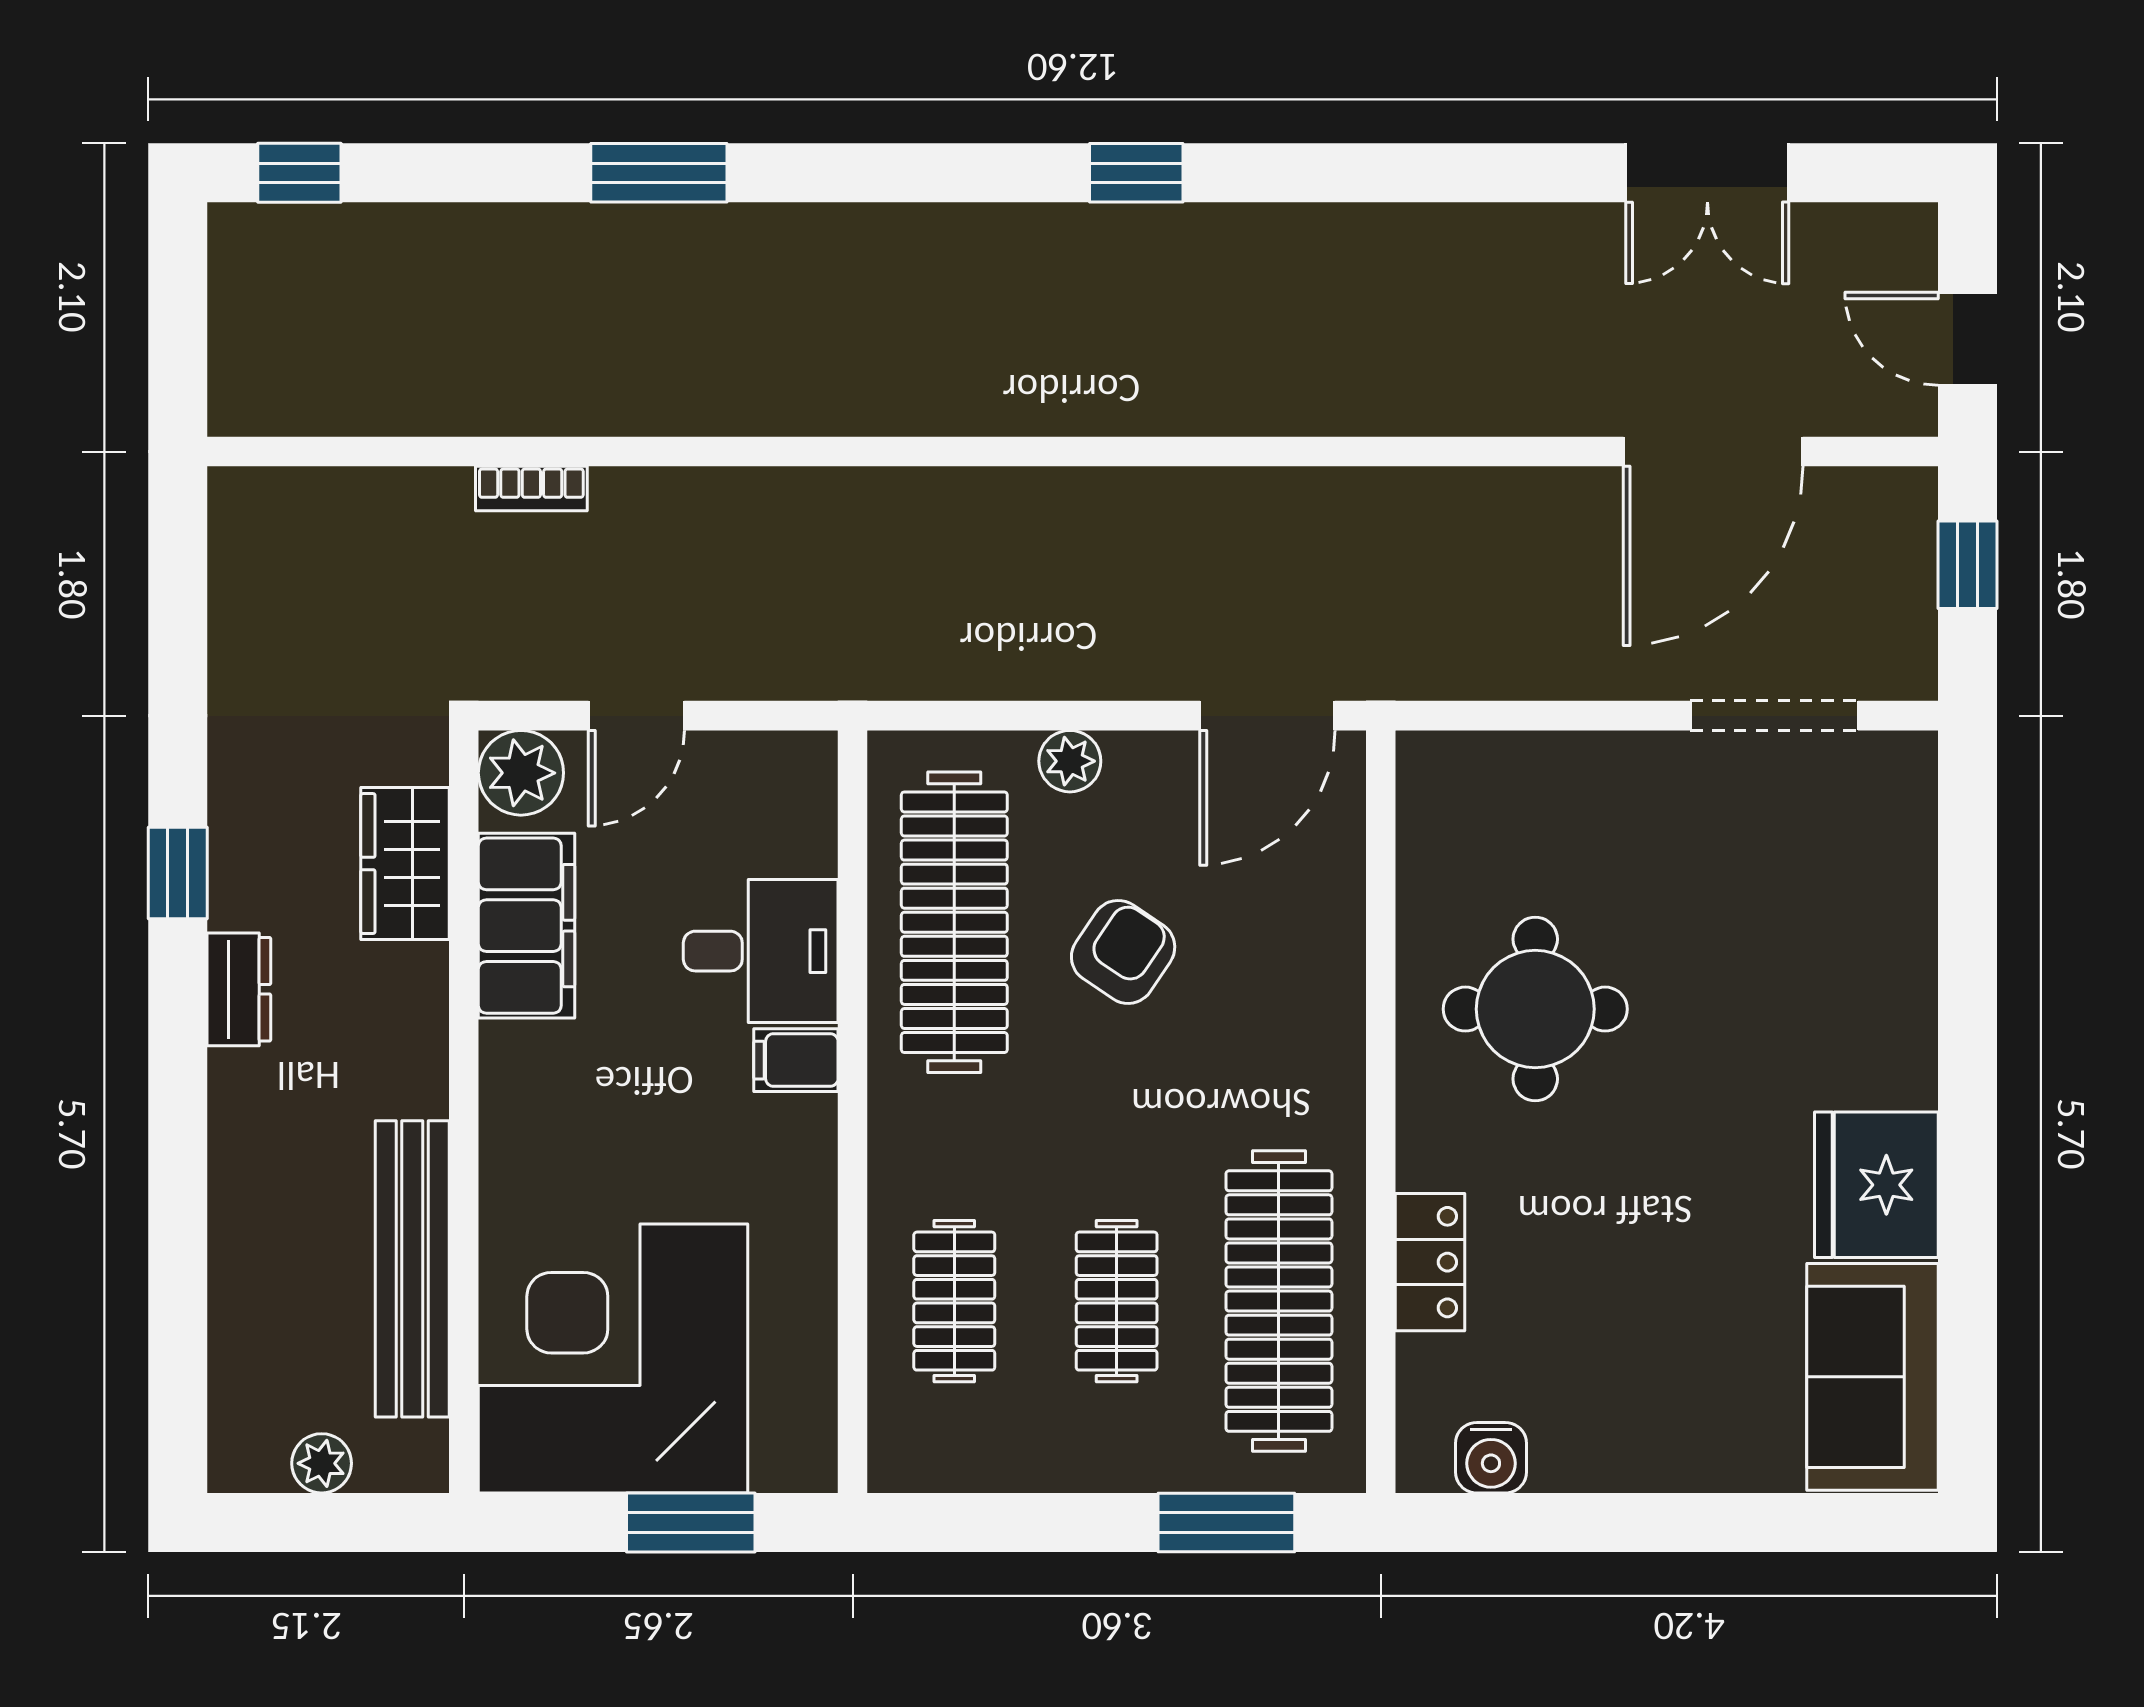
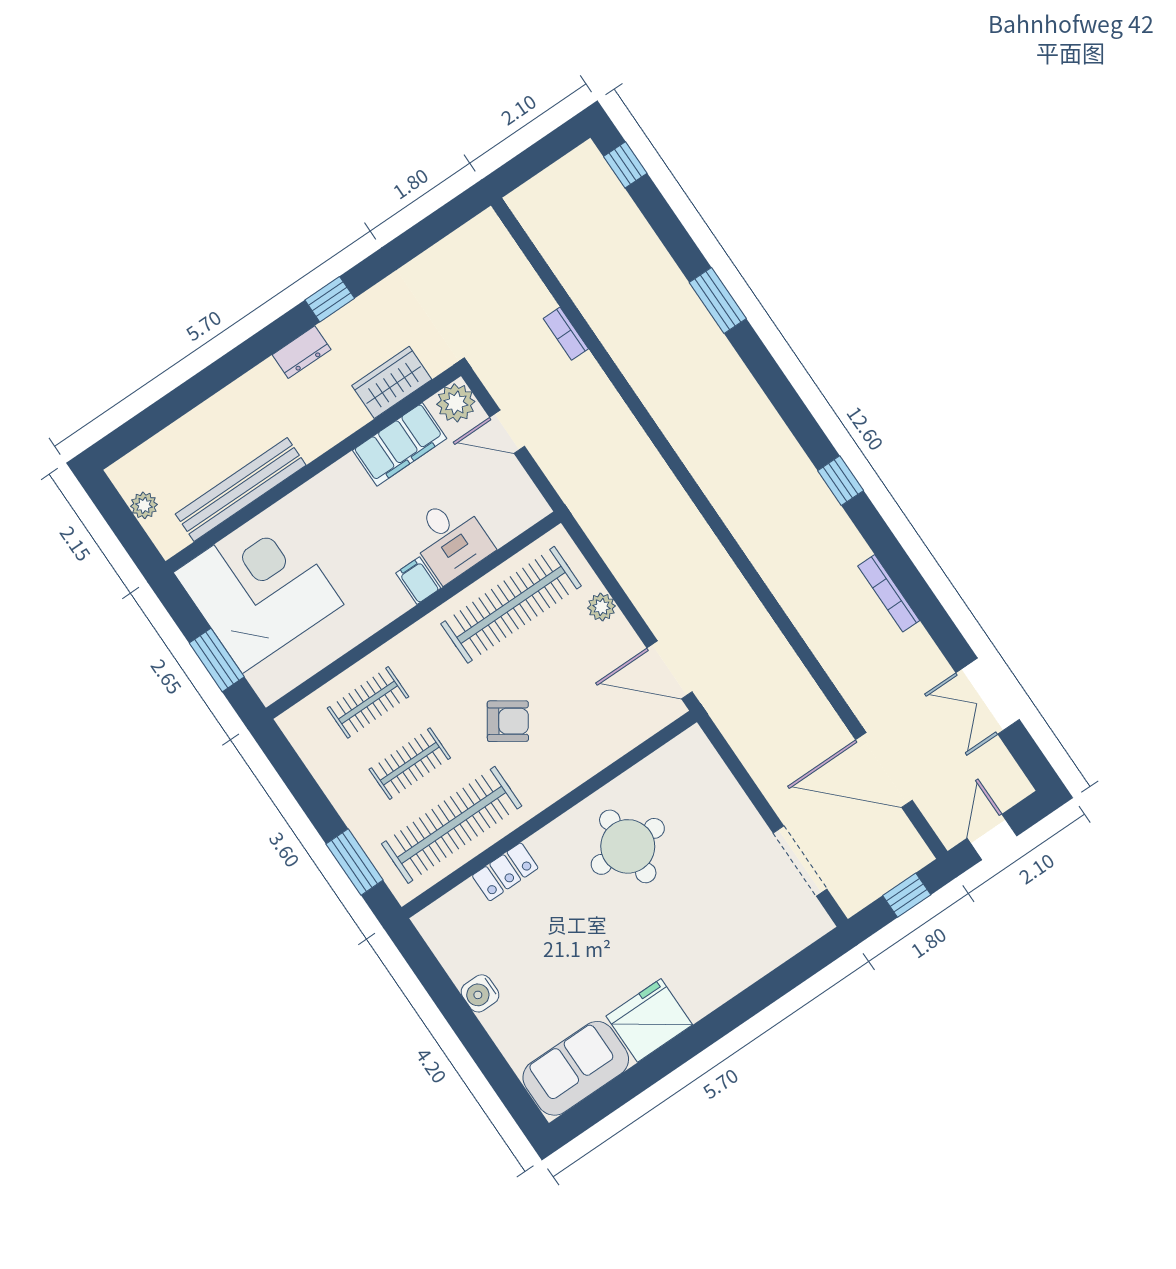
bookcase: (1399, 225) -> (889, 593), added
armchair: (1123, 952) -> (508, 721), moved
water cooler: (1491, 1458) -> (480, 993), moved

